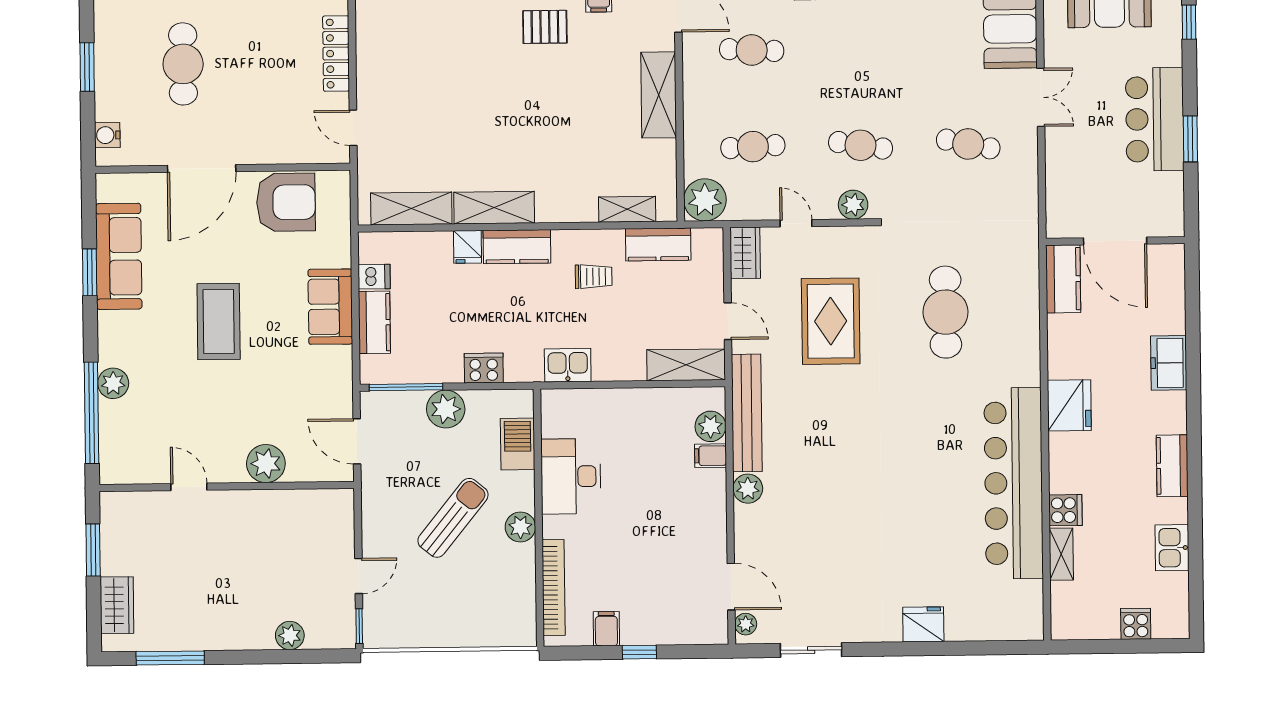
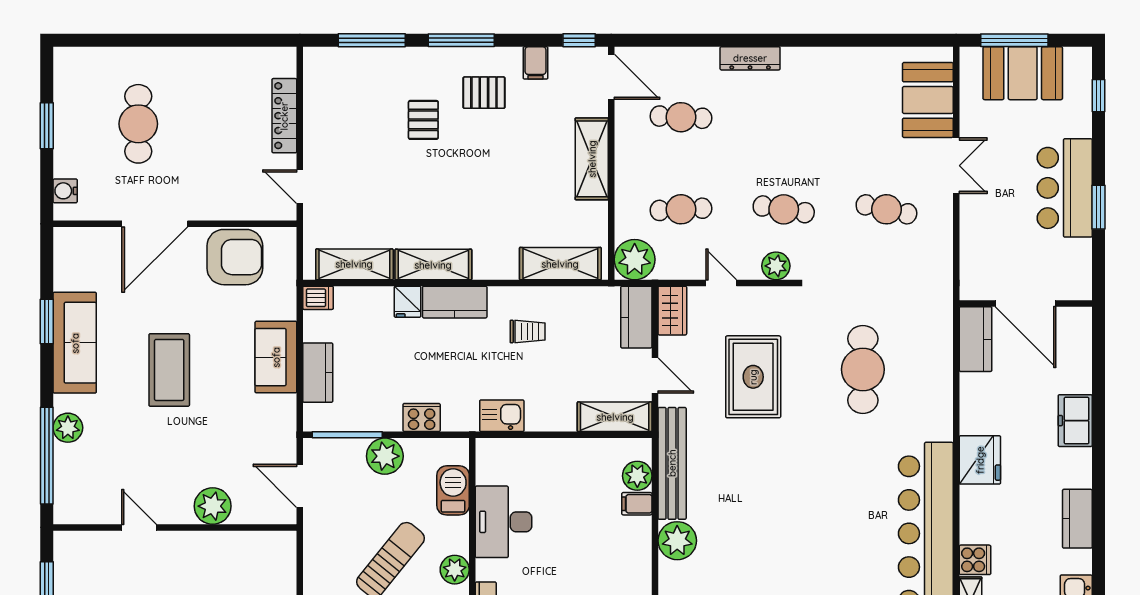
pallet: (482, 56) -> (423, 120), added
shelving: (627, 209) -> (560, 264), width x1.50, depth x1.33
kitchen counter: (658, 244) -> (636, 317), moved, turned 90
sofa: (119, 256) -> (75, 343), moved
dishwasher: (374, 277) -> (318, 298), moved
plant: (748, 489) -> (677, 541), width x1.36, depth x1.36

